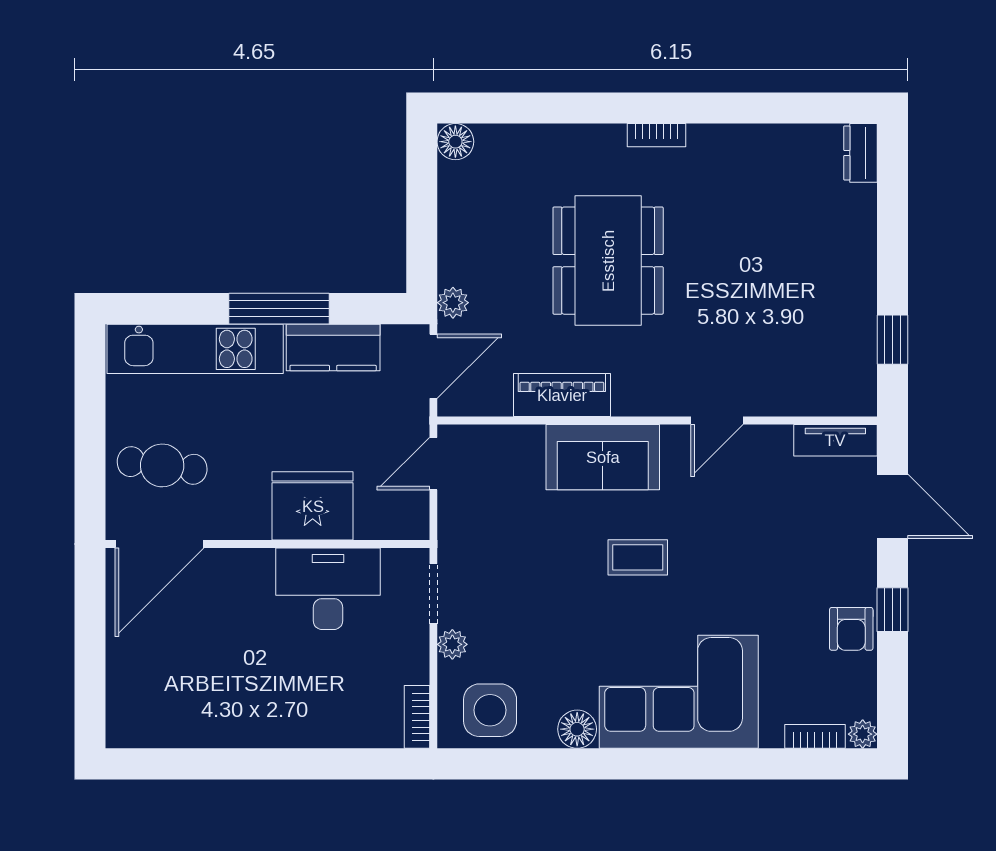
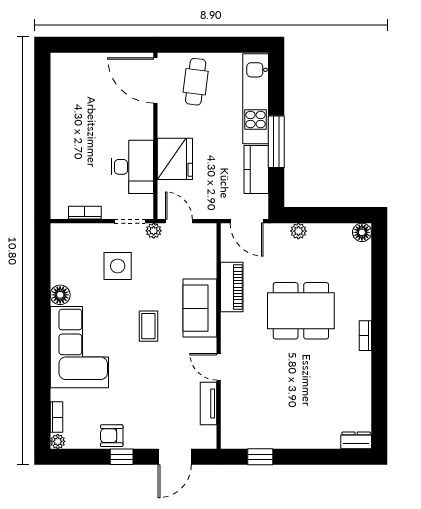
plant: (453, 303) -> (298, 231), moved
tv unit: (835, 440) -> (209, 404), moved
door: (433, 464) -> (179, 221), moved
plant: (452, 644) -> (154, 231), moved
side table: (490, 710) -> (118, 266), moved
bookcase: (417, 717) -> (85, 213), moved

